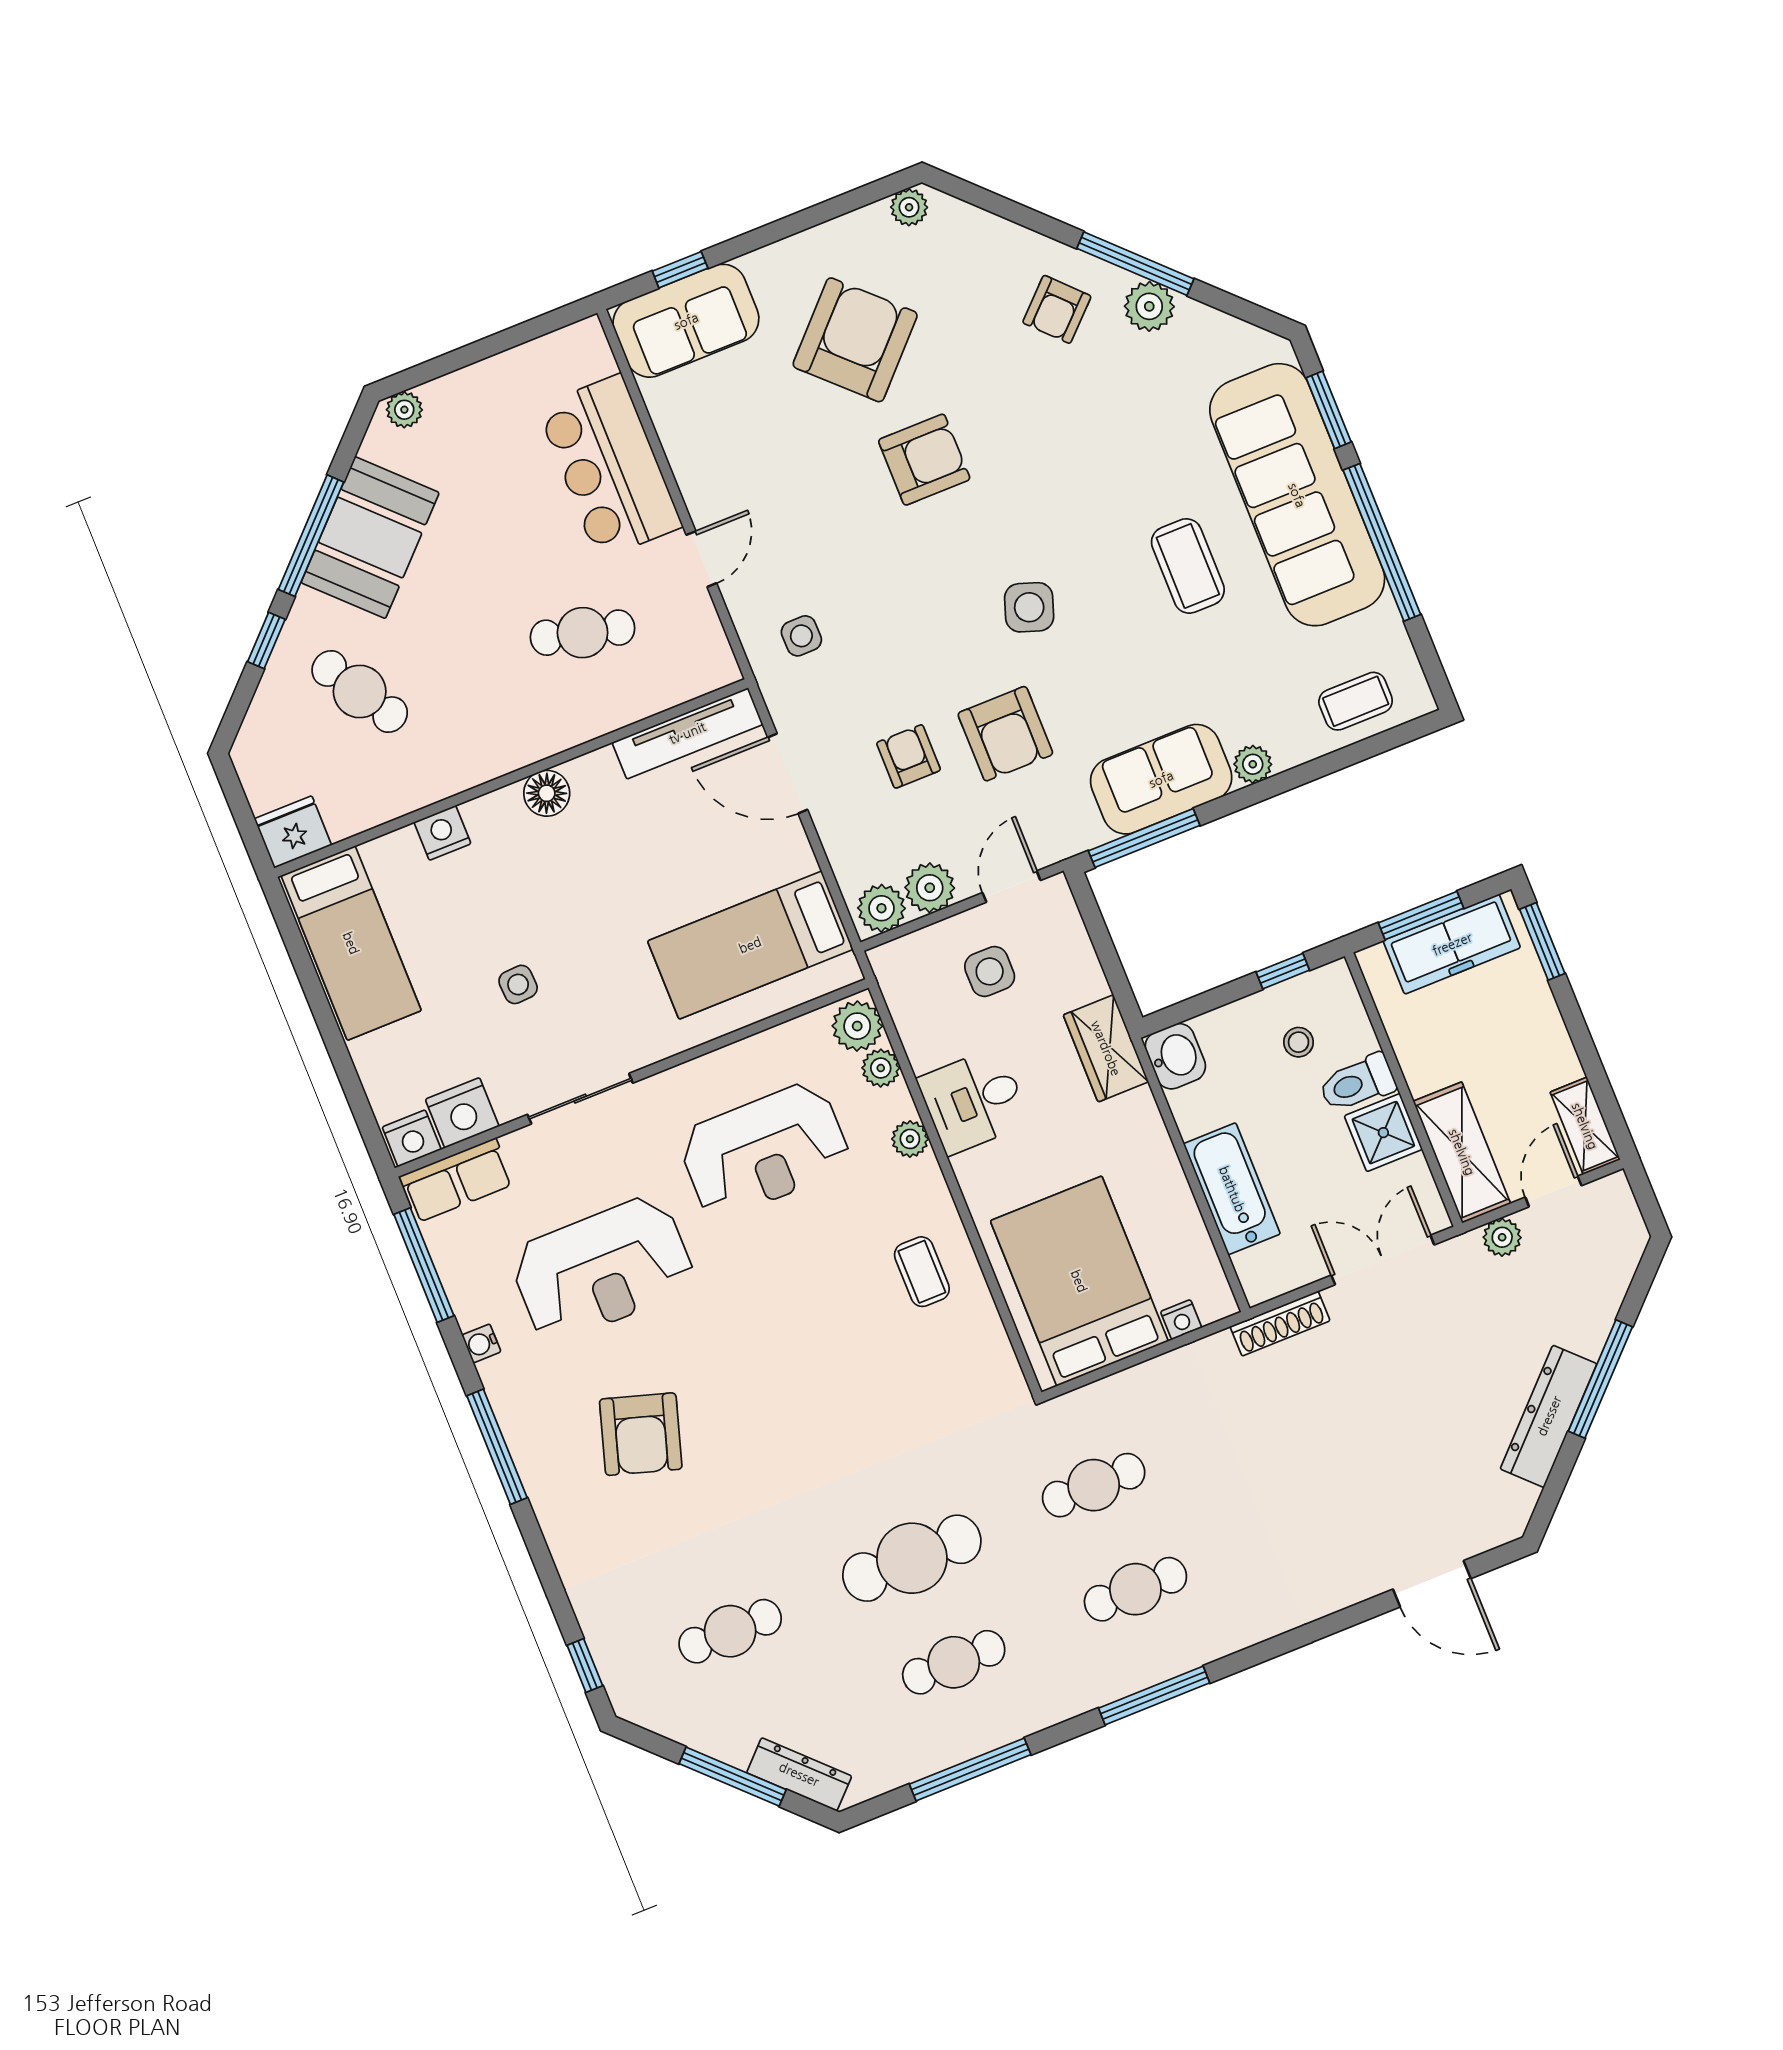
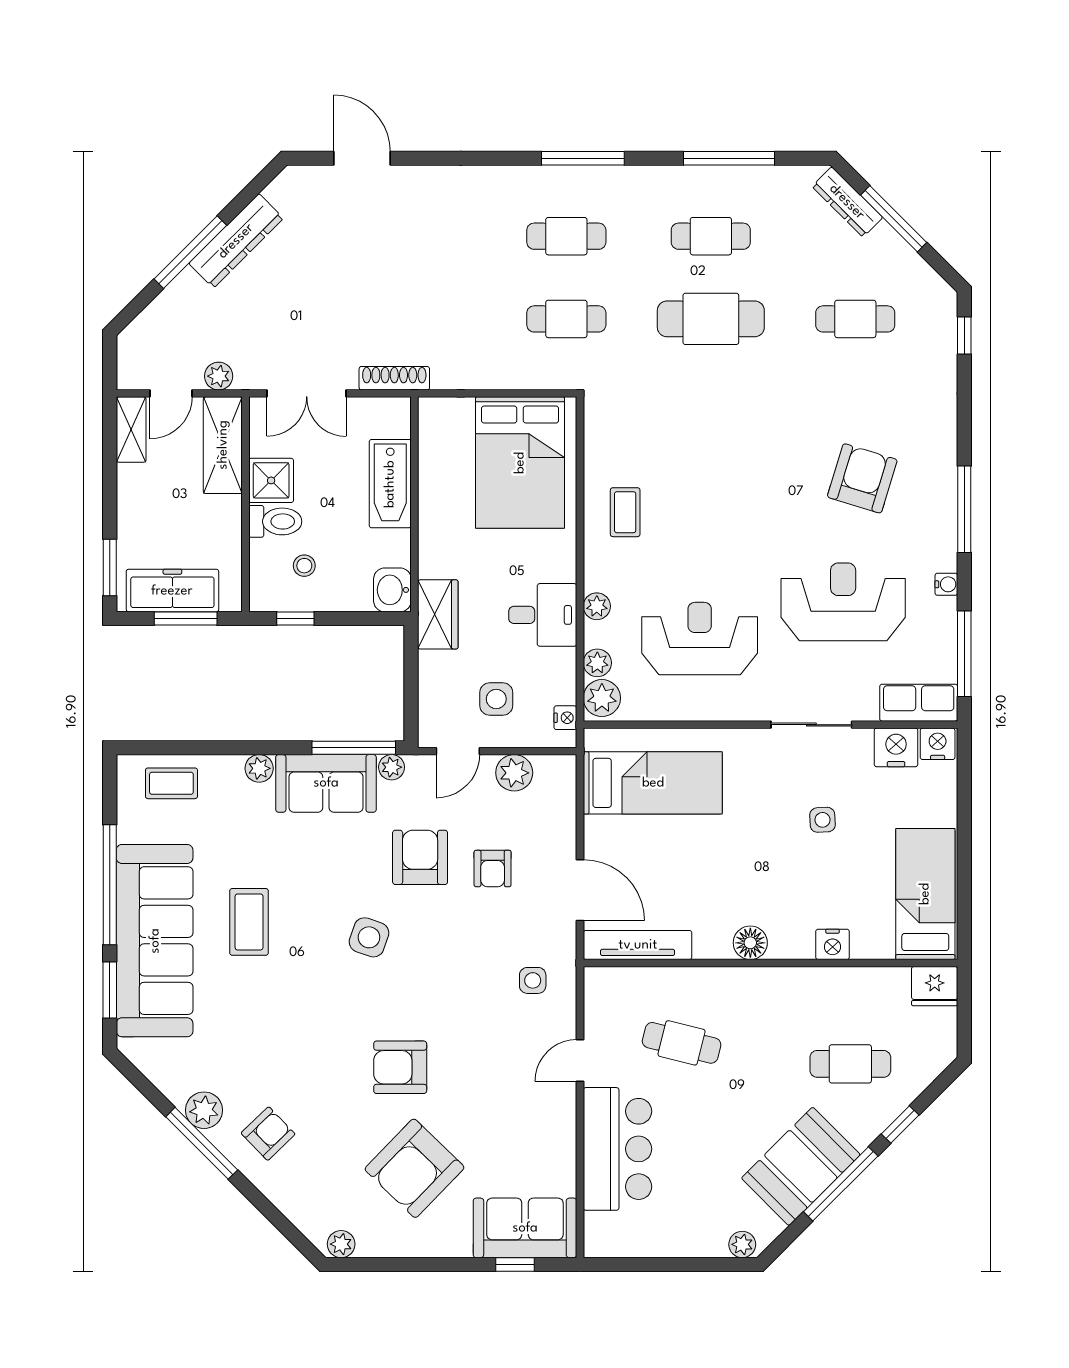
cafe table: (360, 692) -> (850, 1064), turned -59
plant: (881, 908) -> (392, 767), moved, width x0.73, depth x0.73
nightstand: (1181, 1320) -> (565, 718), moved, turned 90

